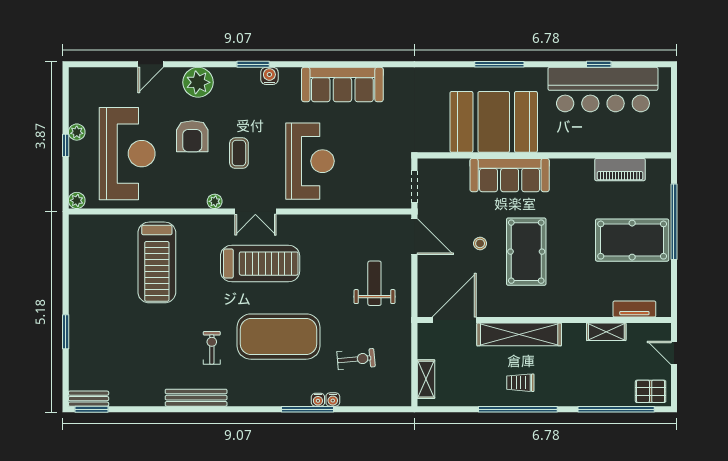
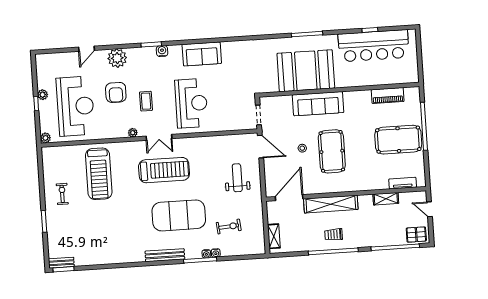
sofa: (342, 85) -> (202, 54), width x0.73
exercise bike: (212, 348) -> (62, 194), moved
bench: (196, 398) -> (165, 255), moved

